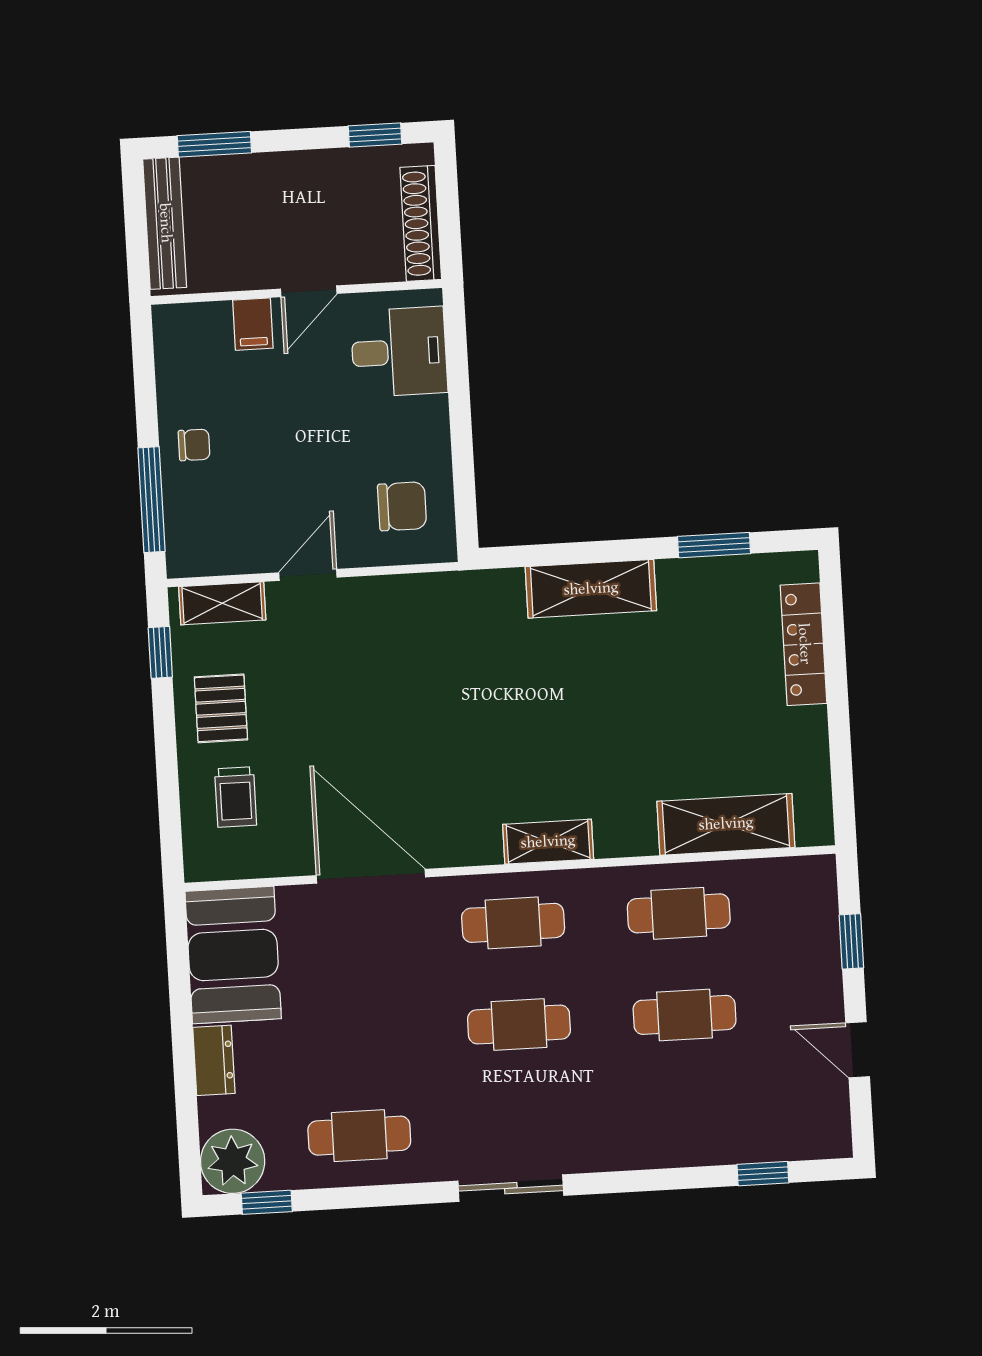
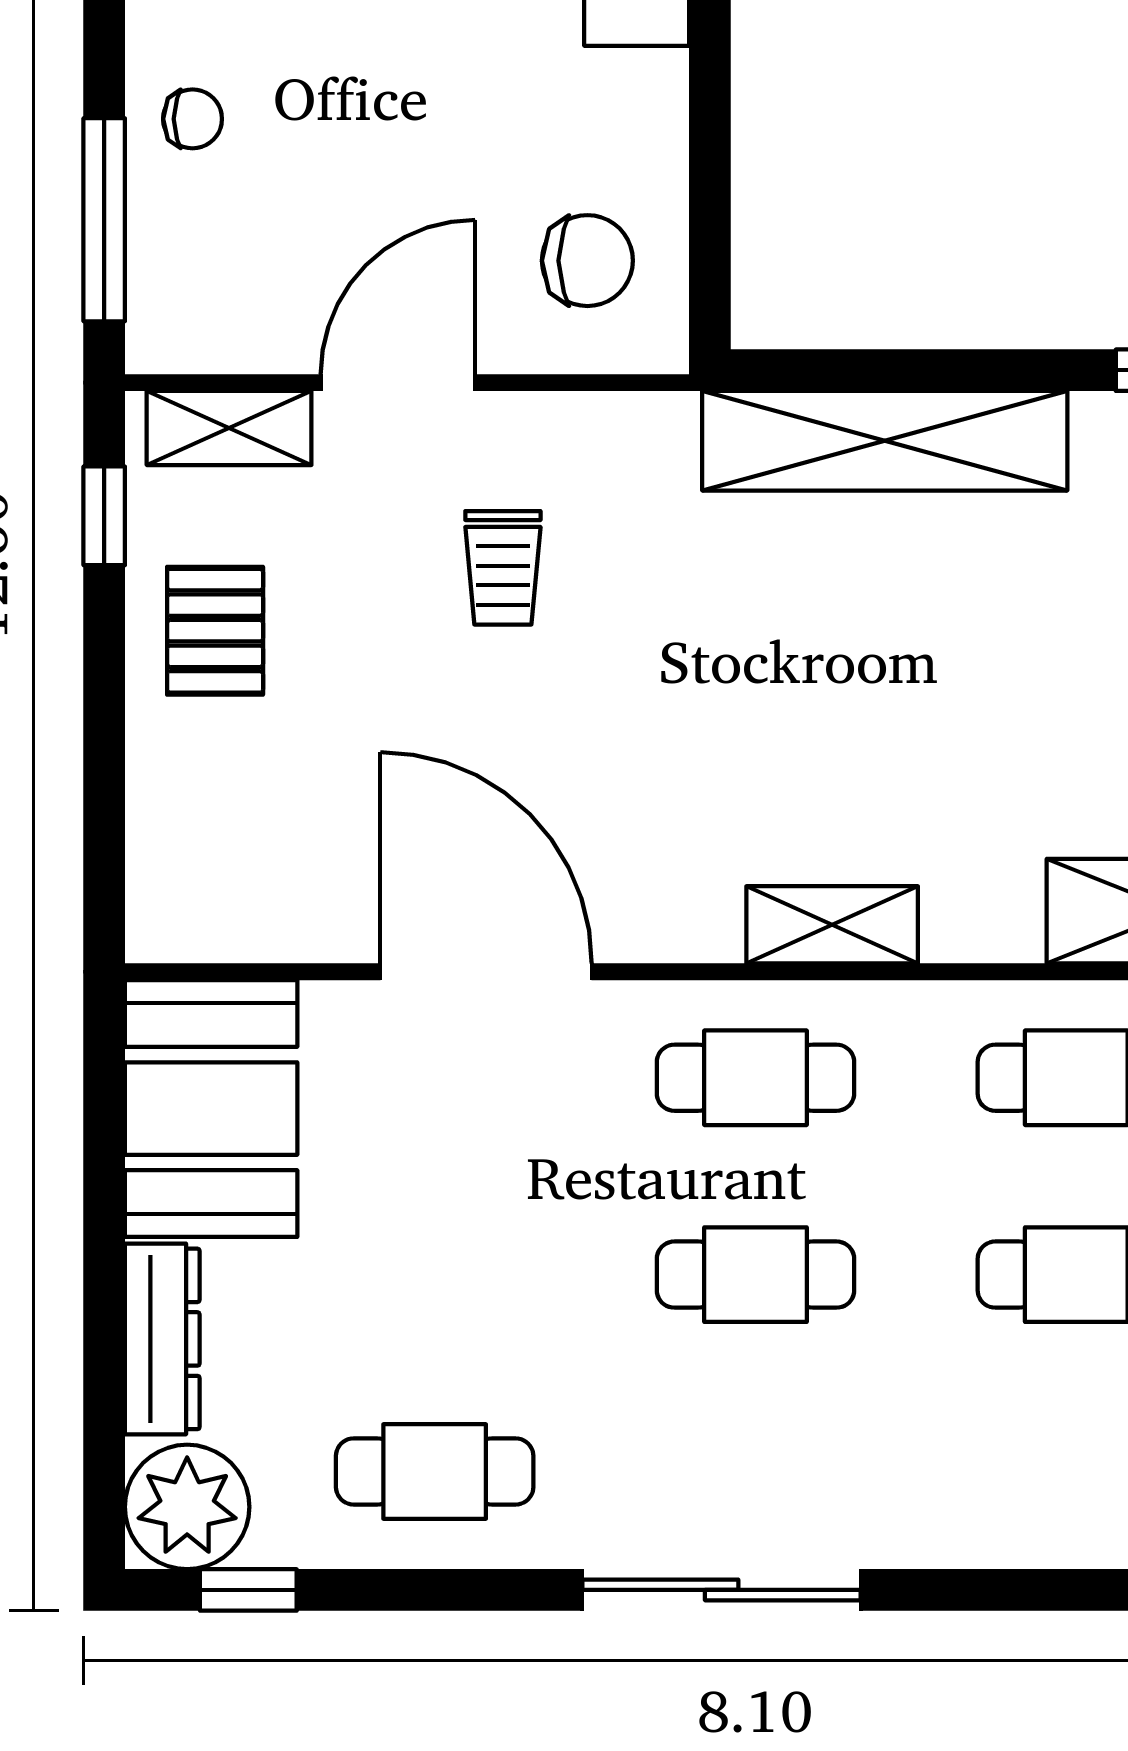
door: (308, 575) -> (398, 383), width x1.38
shelving: (591, 589) -> (885, 441), width x1.47
trolley: (236, 797) -> (503, 568), moved
dresser: (214, 1060) -> (162, 1339), width x1.44
sliding door: (511, 1188) -> (722, 1590), width x1.37

